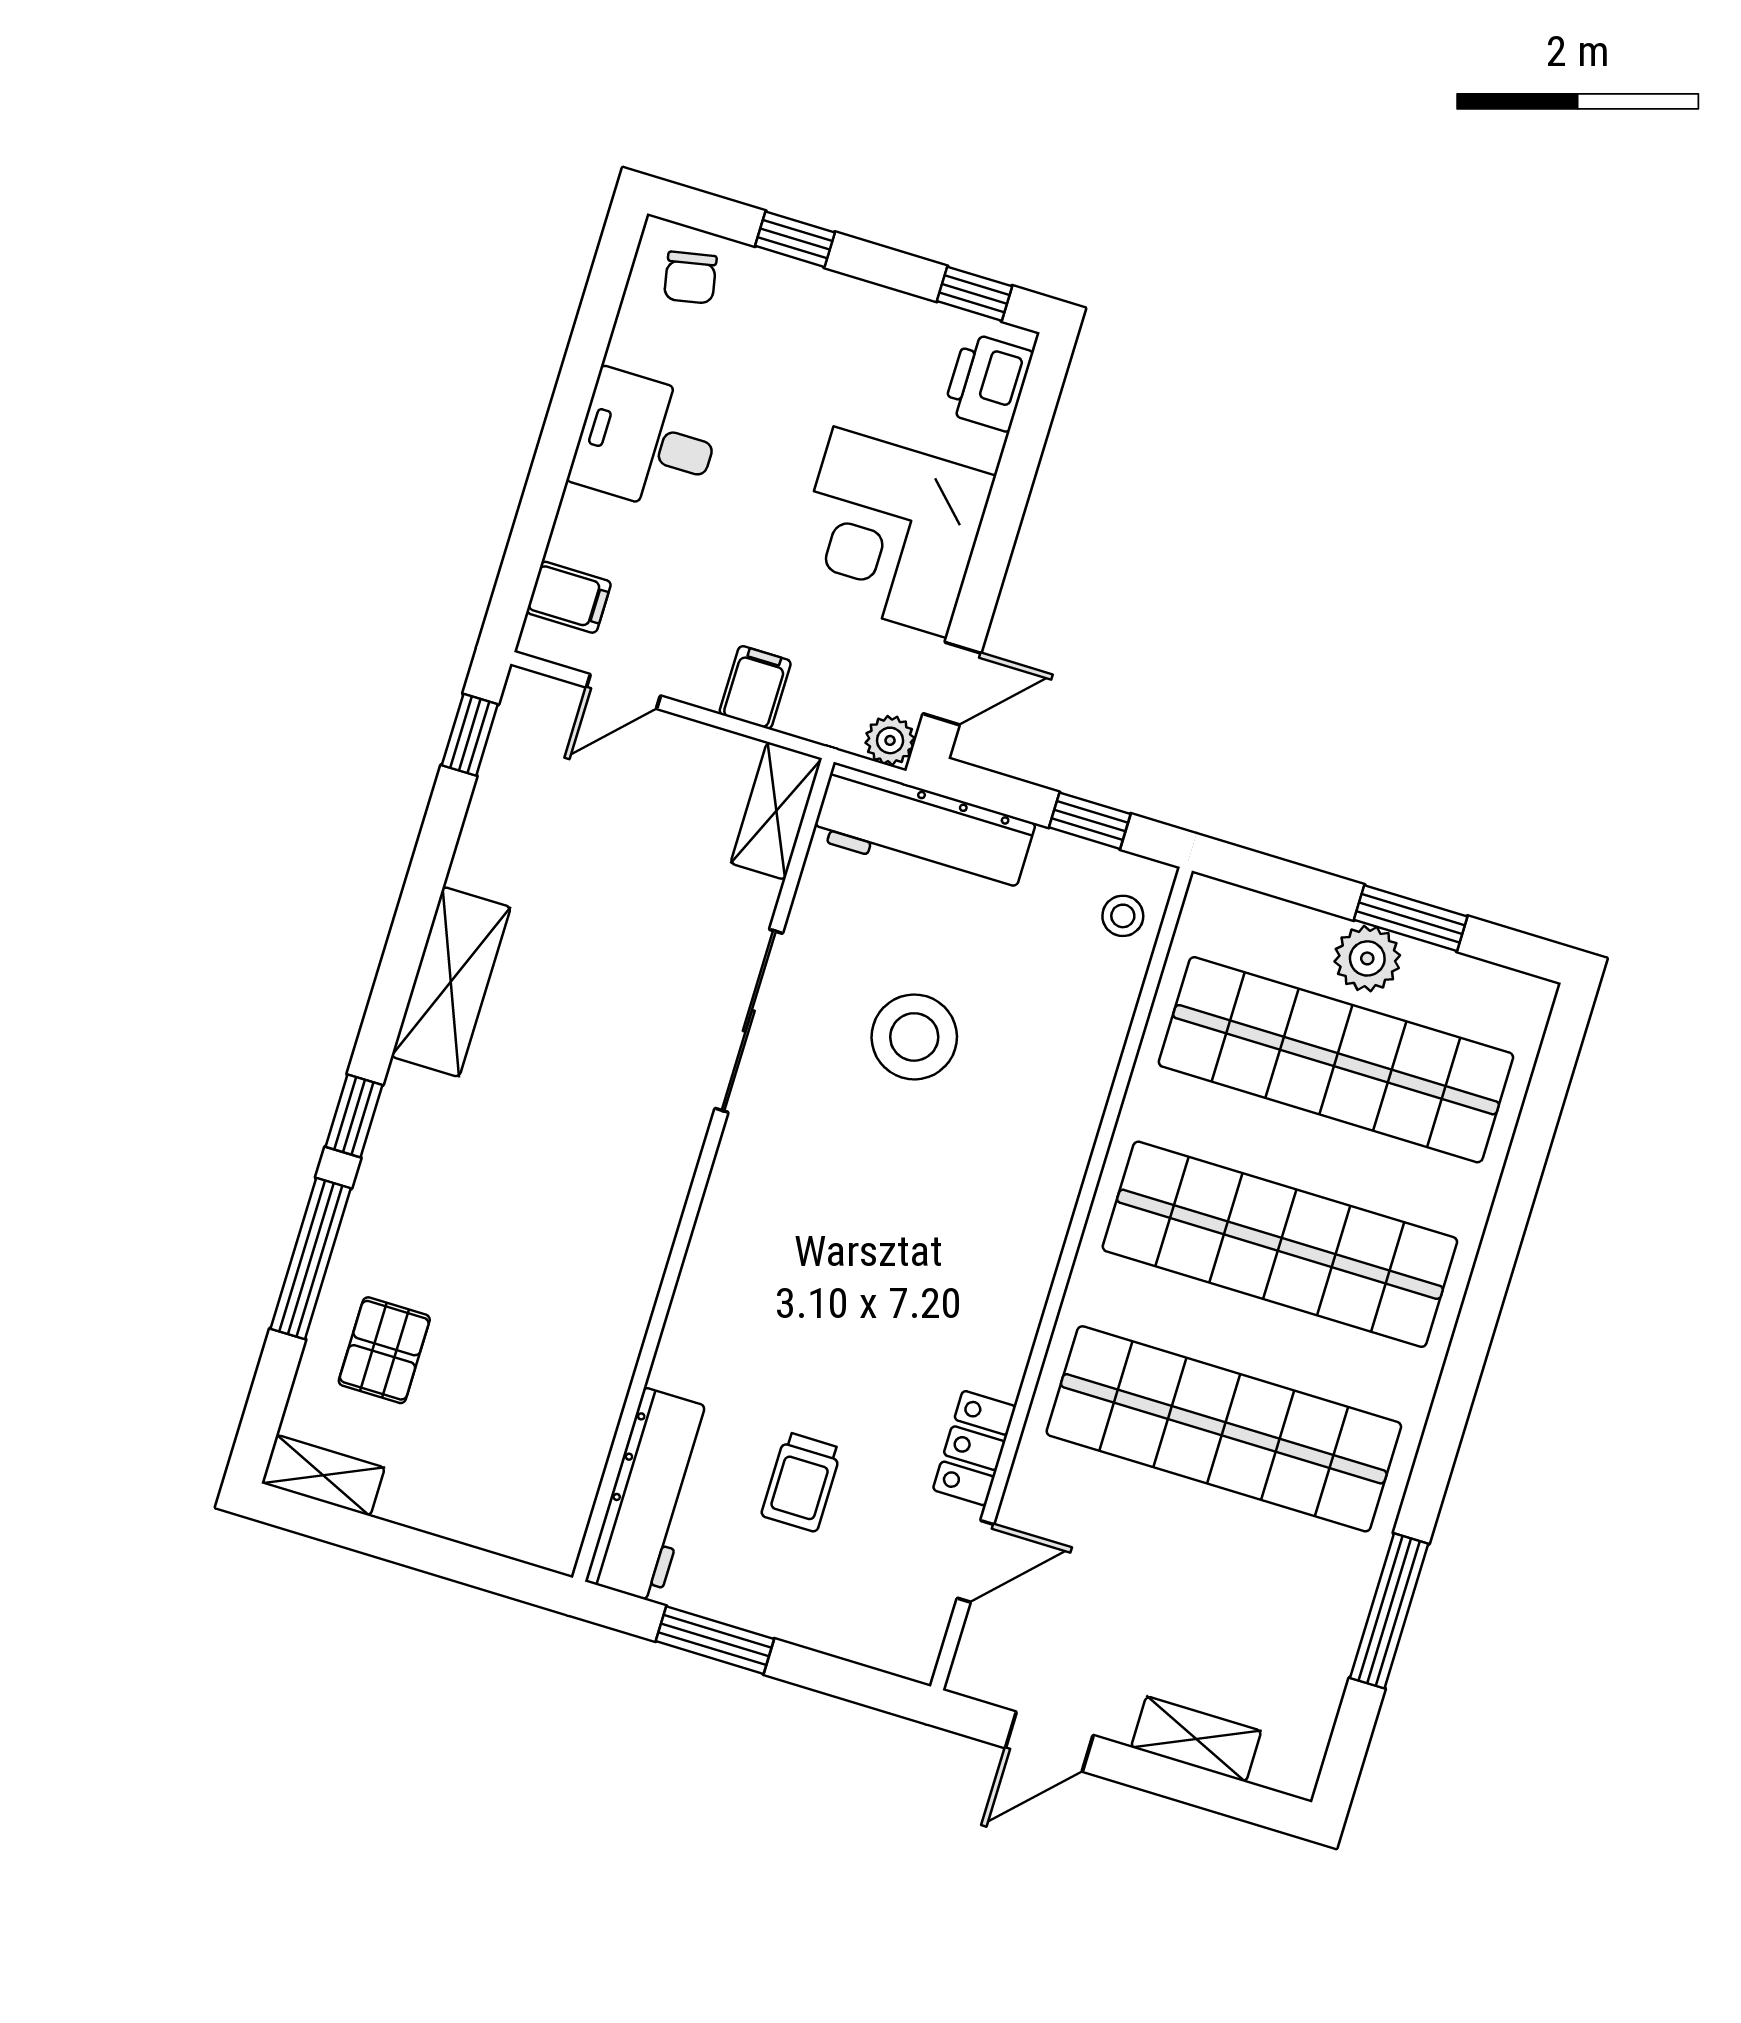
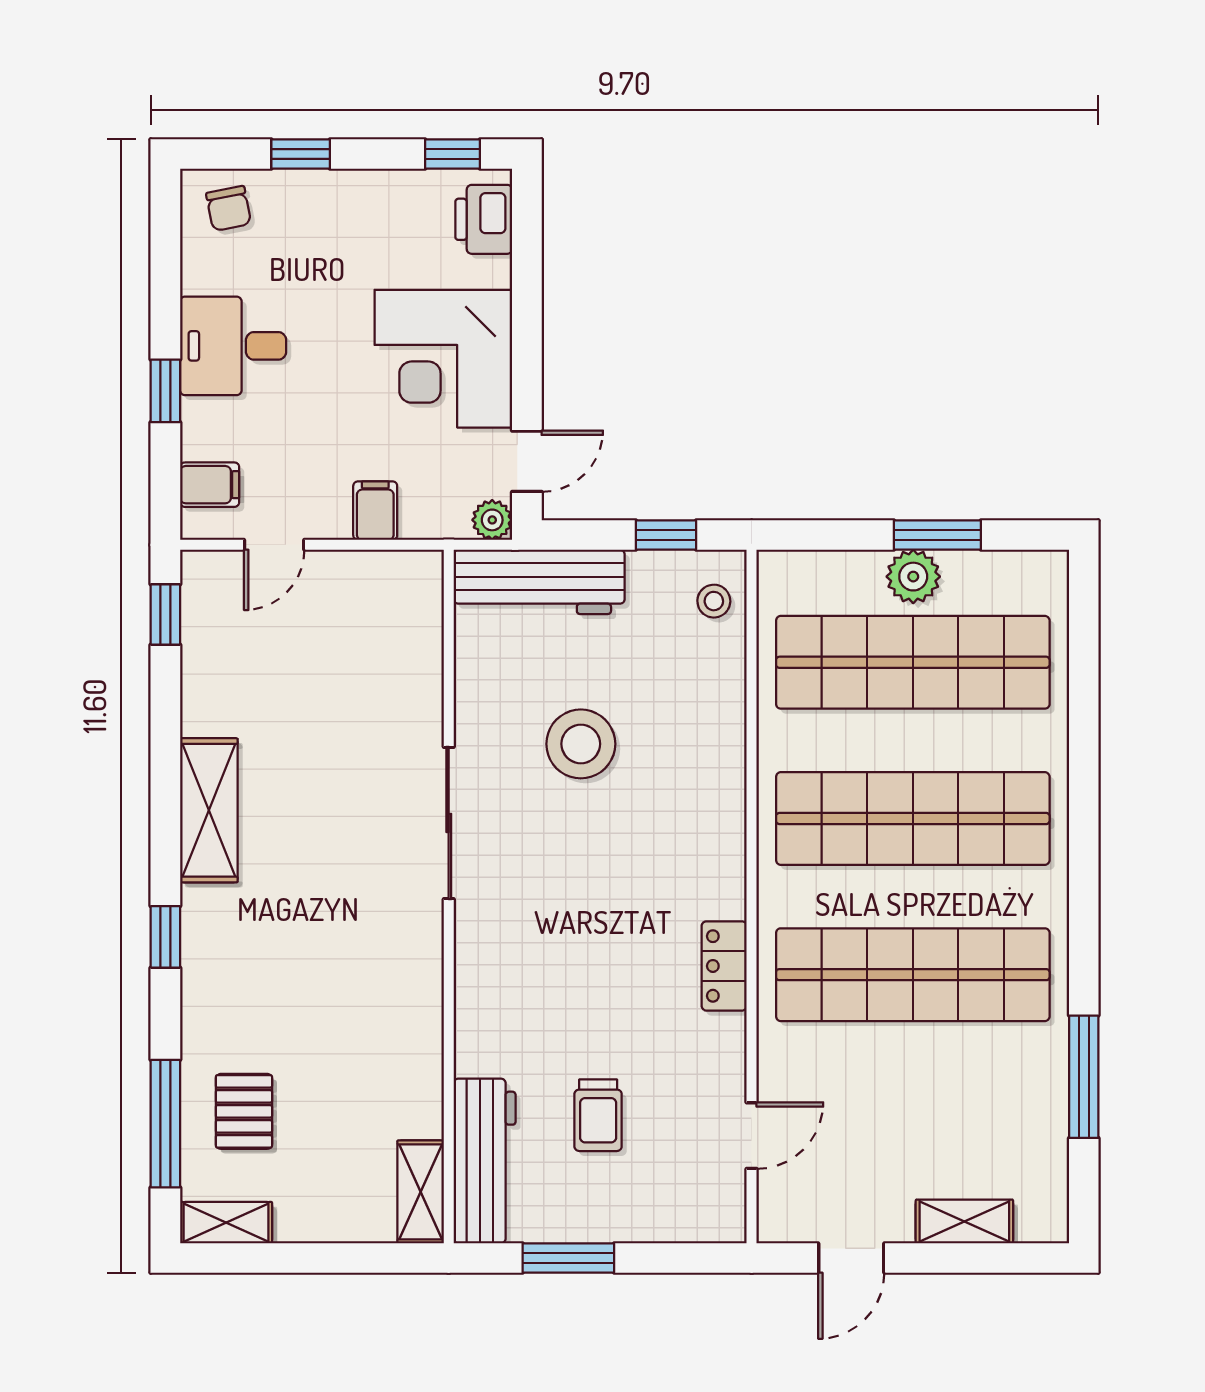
window: (550, 471) -> (165, 391), added
shelving: (776, 811) -> (421, 1192), moved
sliding door: (749, 1021) -> (449, 823), moved
window: (311, 1259) -> (165, 1124), moved
locker: (974, 1448) -> (724, 966), moved

